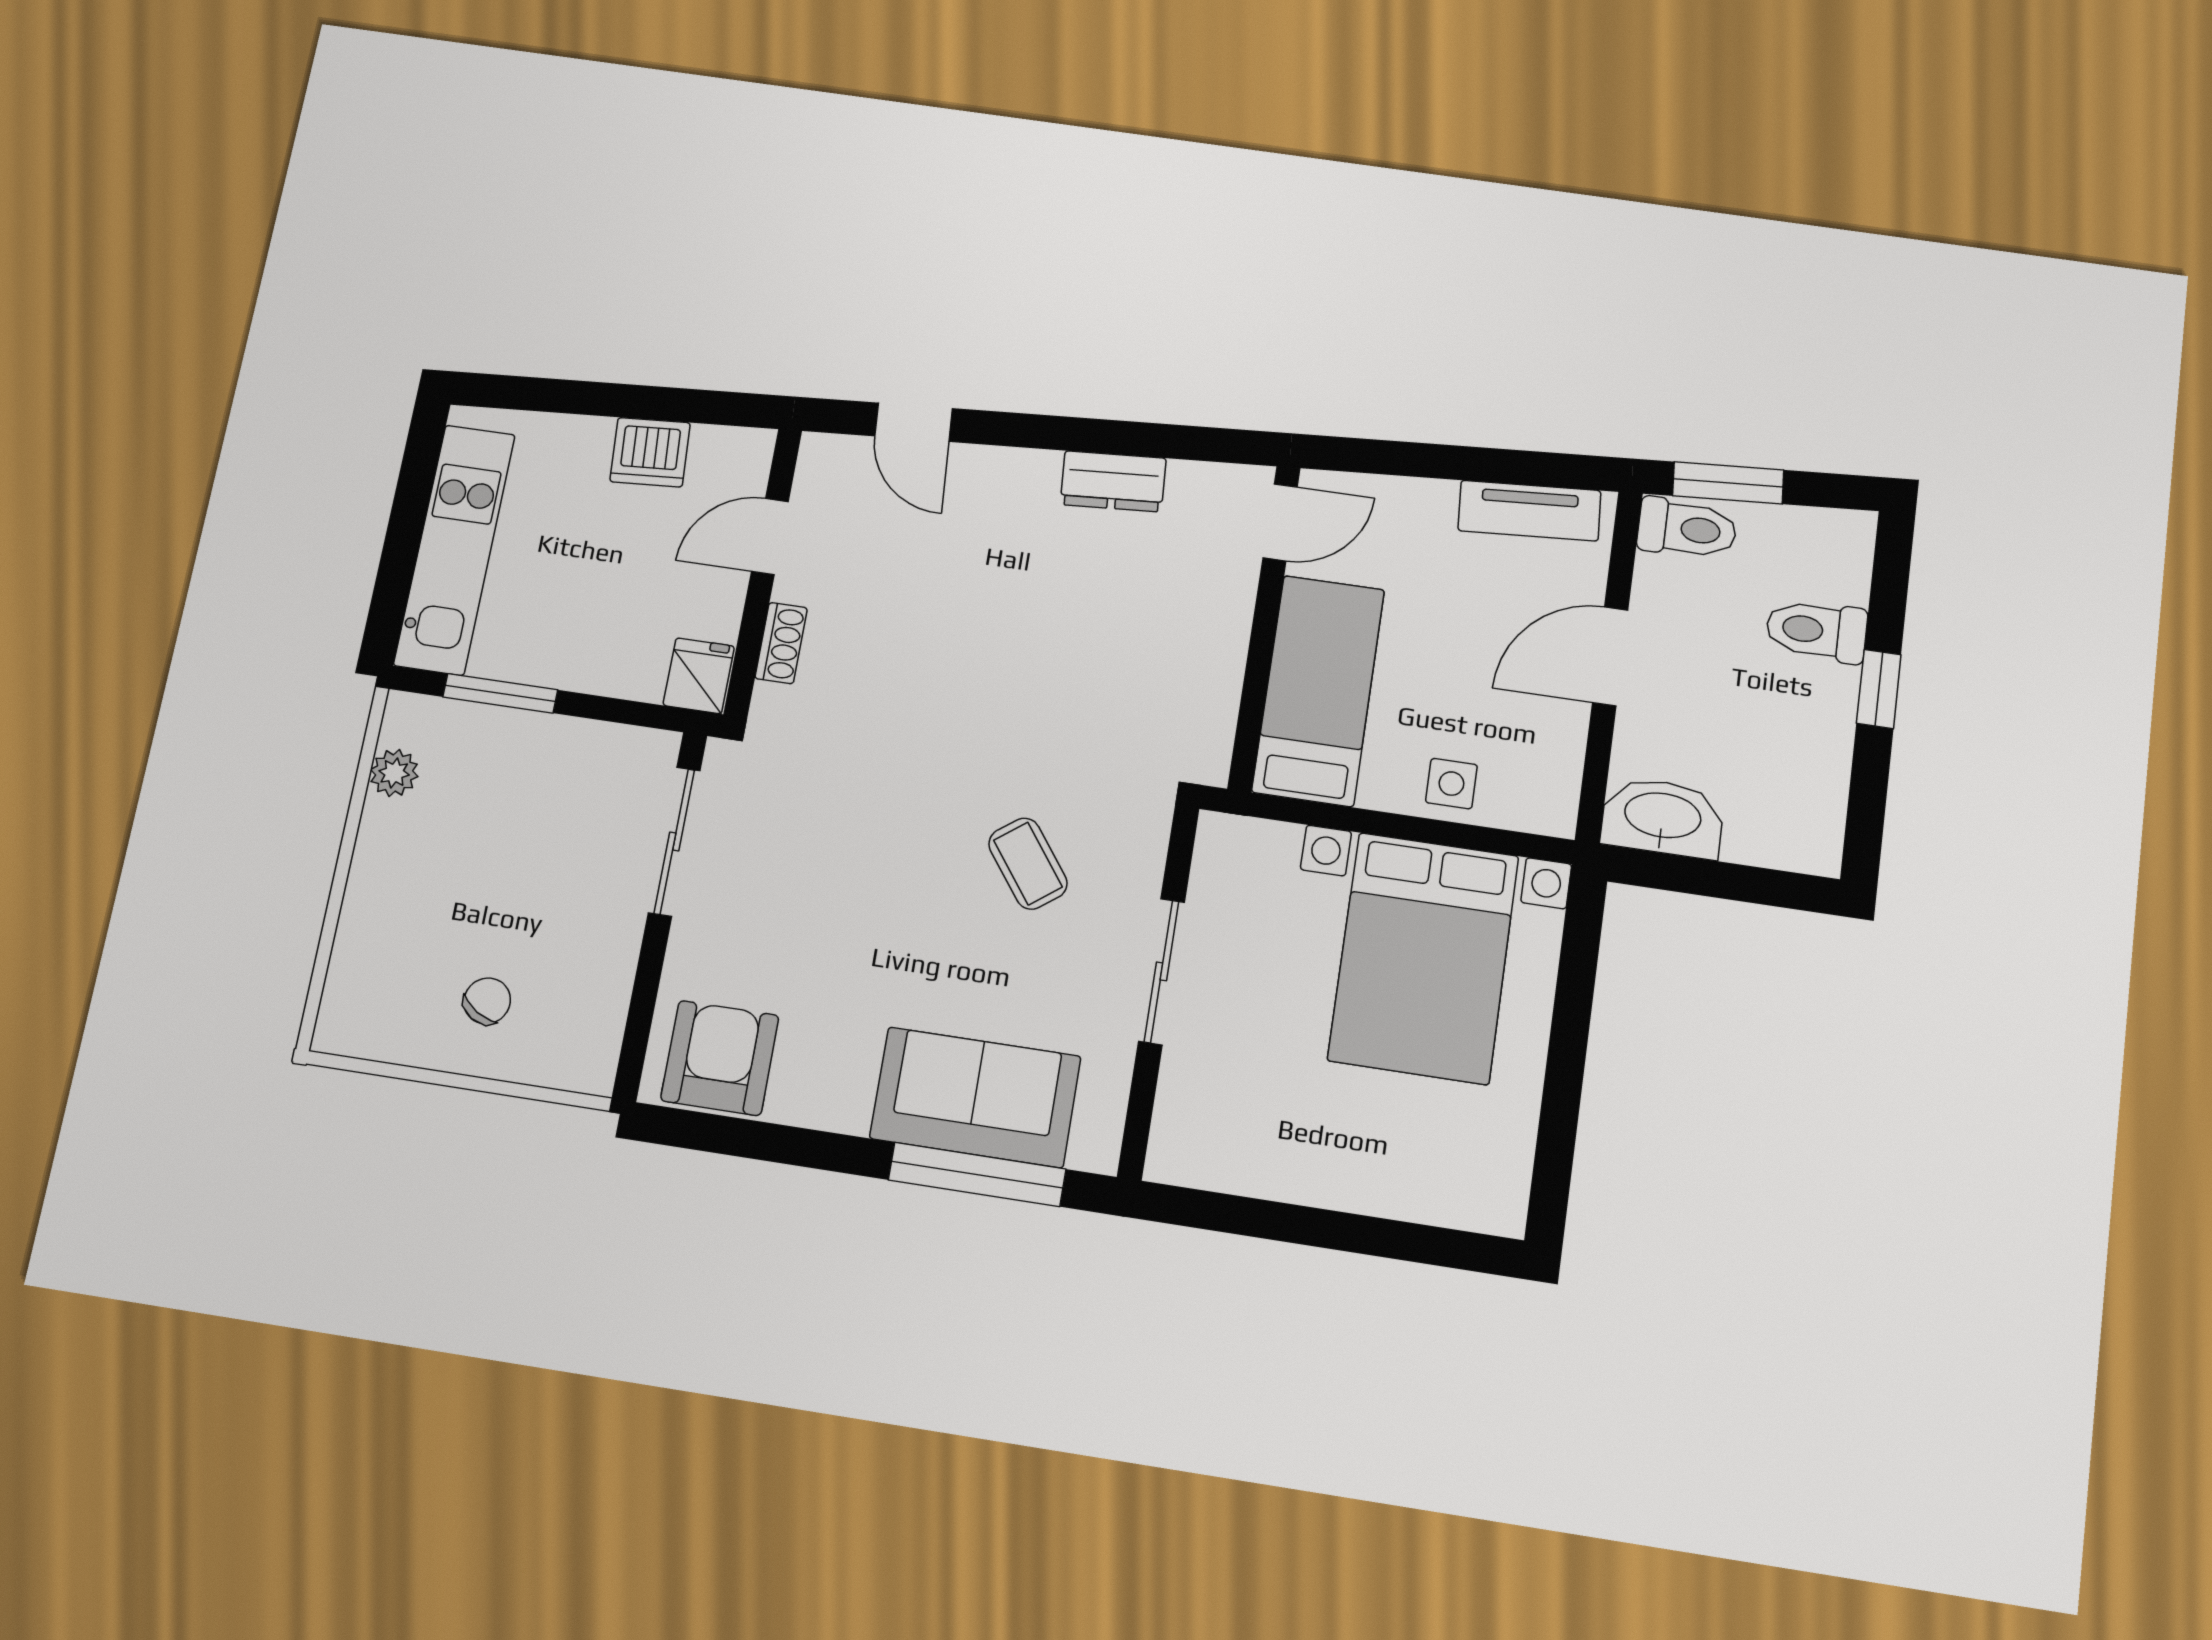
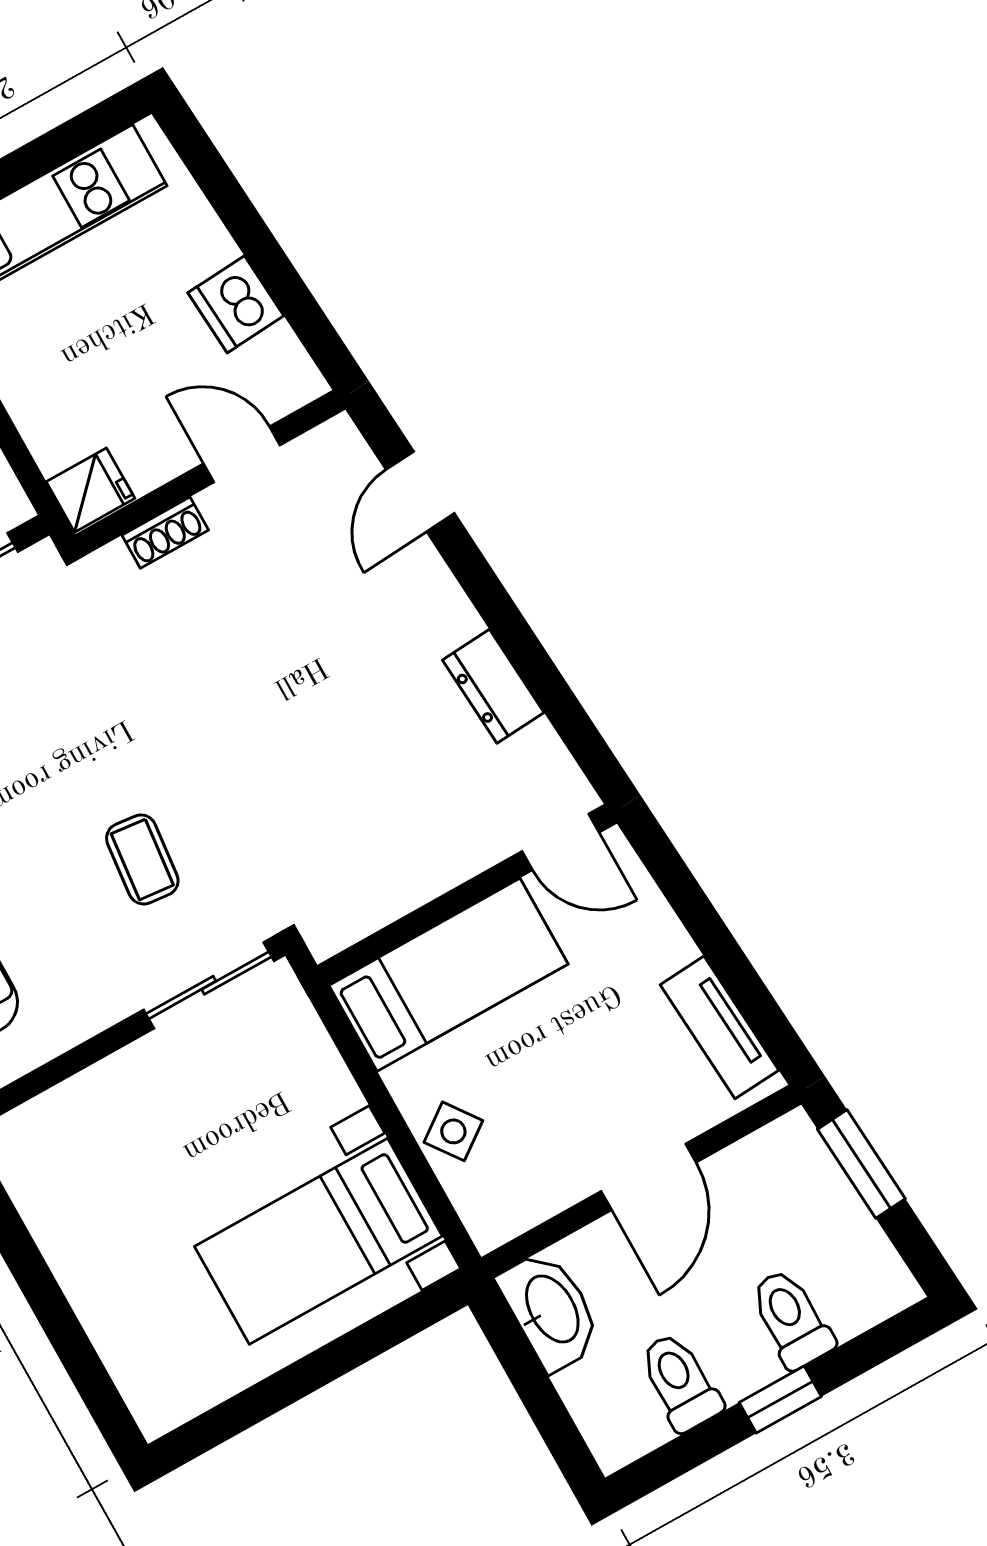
toilet: (1687, 529) -> (680, 1382), moved, turned 180
door: (1610, 656) -> (649, 1177), swing flipped
side table: (1451, 784) -> (453, 1131), turned -36
coffee table: (1028, 864) -> (142, 859), turned -47
bed with nightstands: (1423, 958) -> (318, 1241), width x0.73
sliding door: (1162, 971) -> (209, 985), moved

